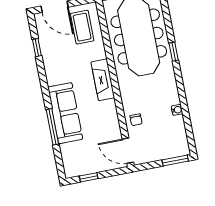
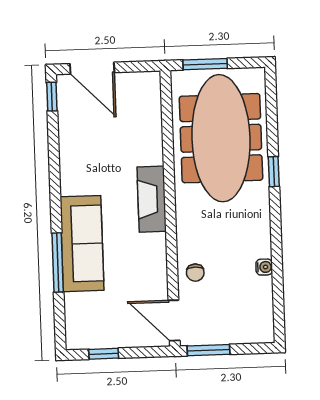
coffee table: (82, 27) -> (132, 108), removed
window: (37, 48) -> (52, 97), moved
window: (175, 161) -> (209, 350), moved

